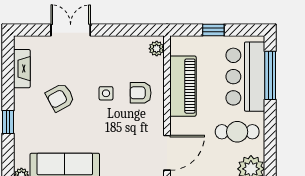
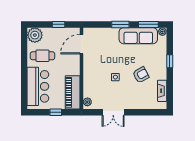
double door: (71, 30) -> (113, 112), moved
window: (270, 75) -> (24, 87), removed
piano: (183, 86) -> (73, 92), moved
armchair: (141, 93) -> (96, 77), removed

